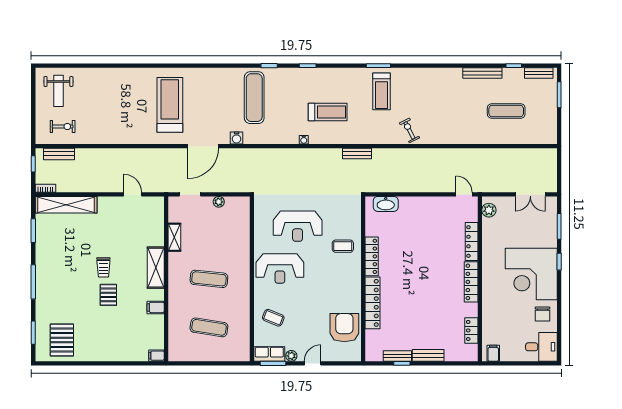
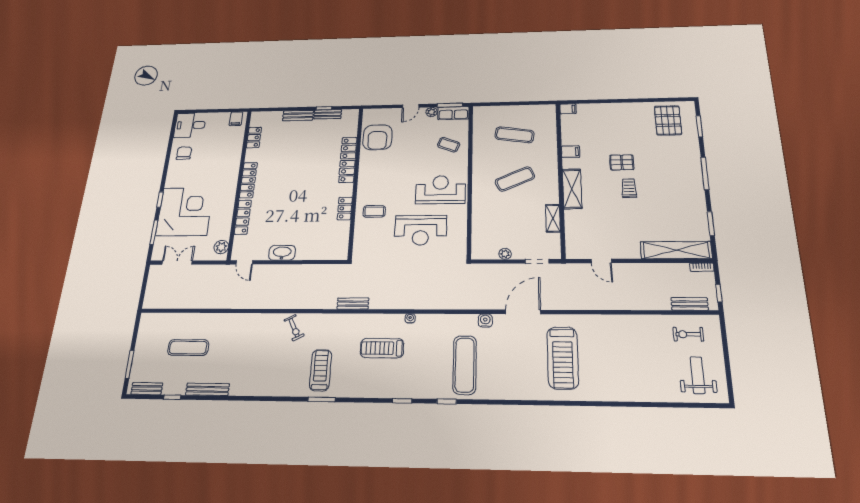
washbasin: (386, 204) -> (282, 253), moved
reception desk: (298, 226) -> (421, 230), turned 180
locker: (372, 256) -> (345, 208), width x0.66
corner desk: (531, 274) -> (185, 212), moved
exercise mat: (209, 279) -> (515, 179), turned -30
pallet: (108, 295) -> (622, 162), turned 90

